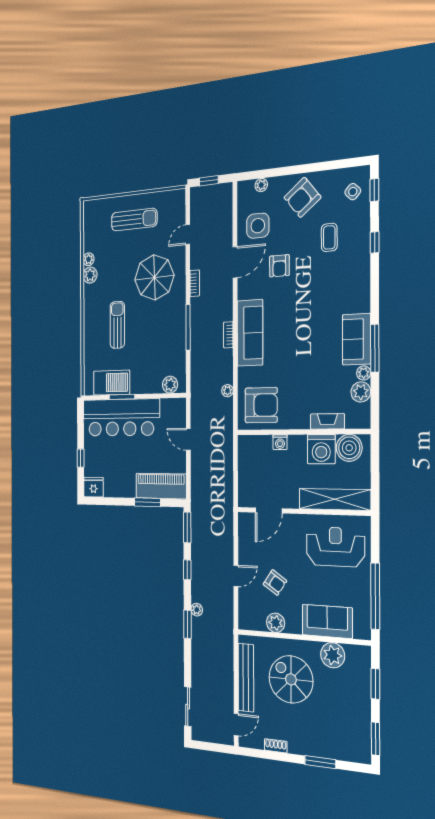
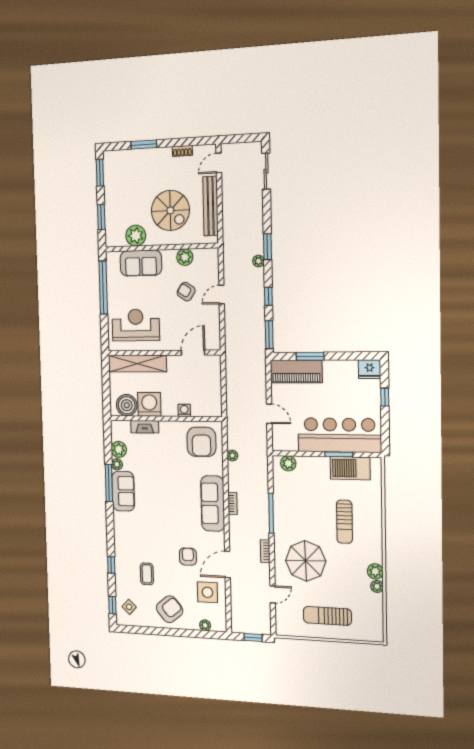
armchair: (261, 405) -> (201, 442), turned -90
reception desk: (335, 547) -> (136, 325), turned 180

